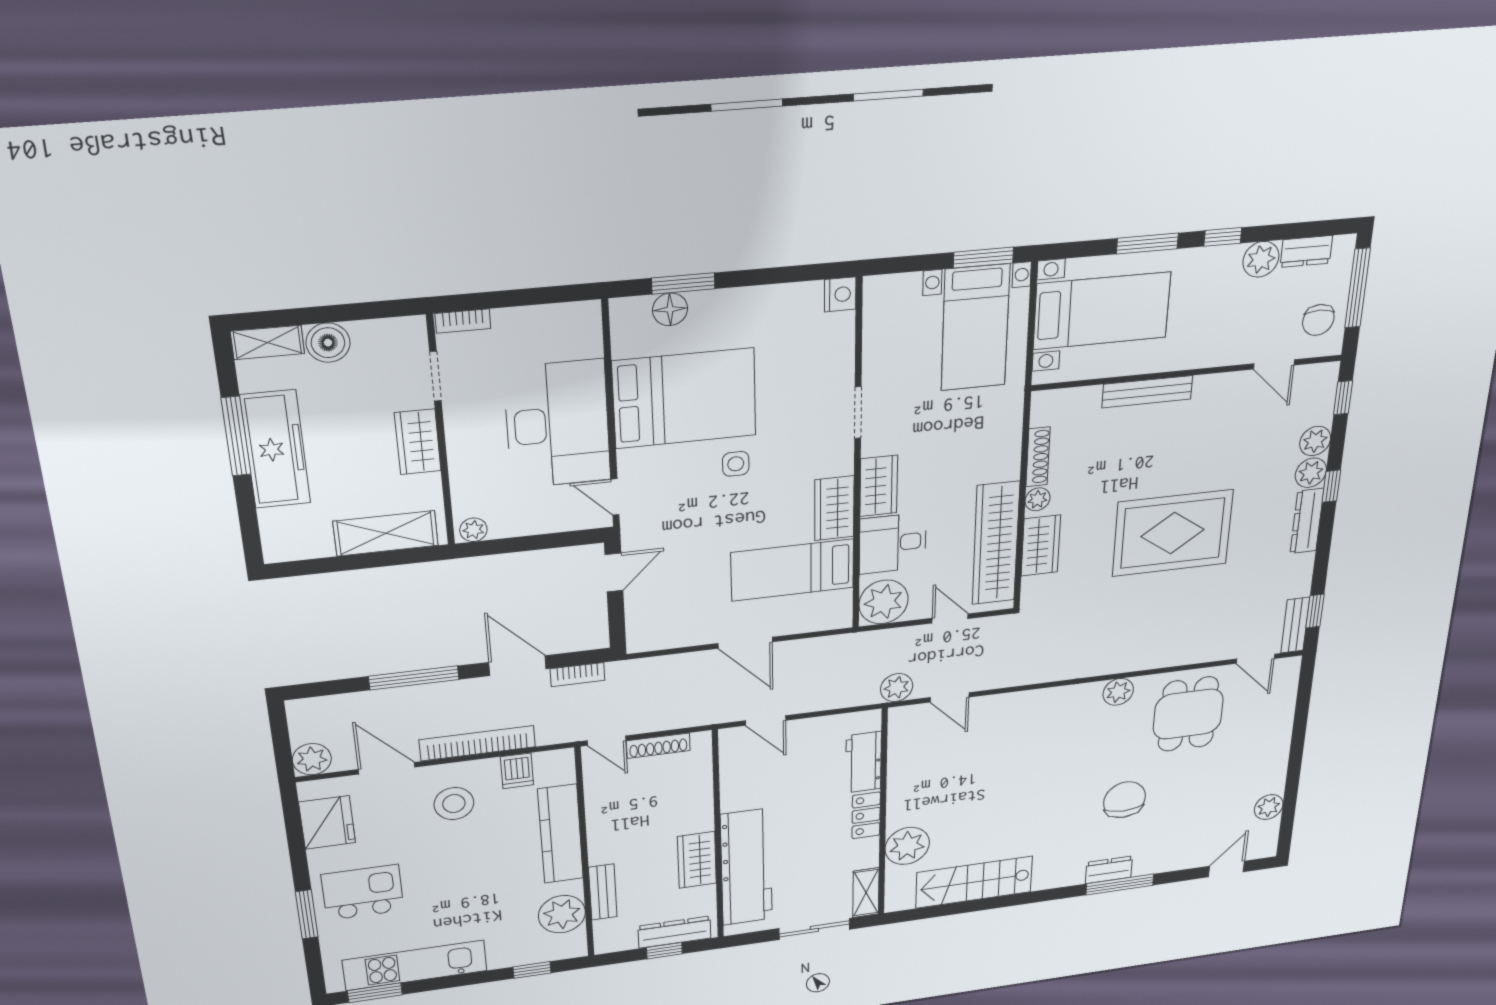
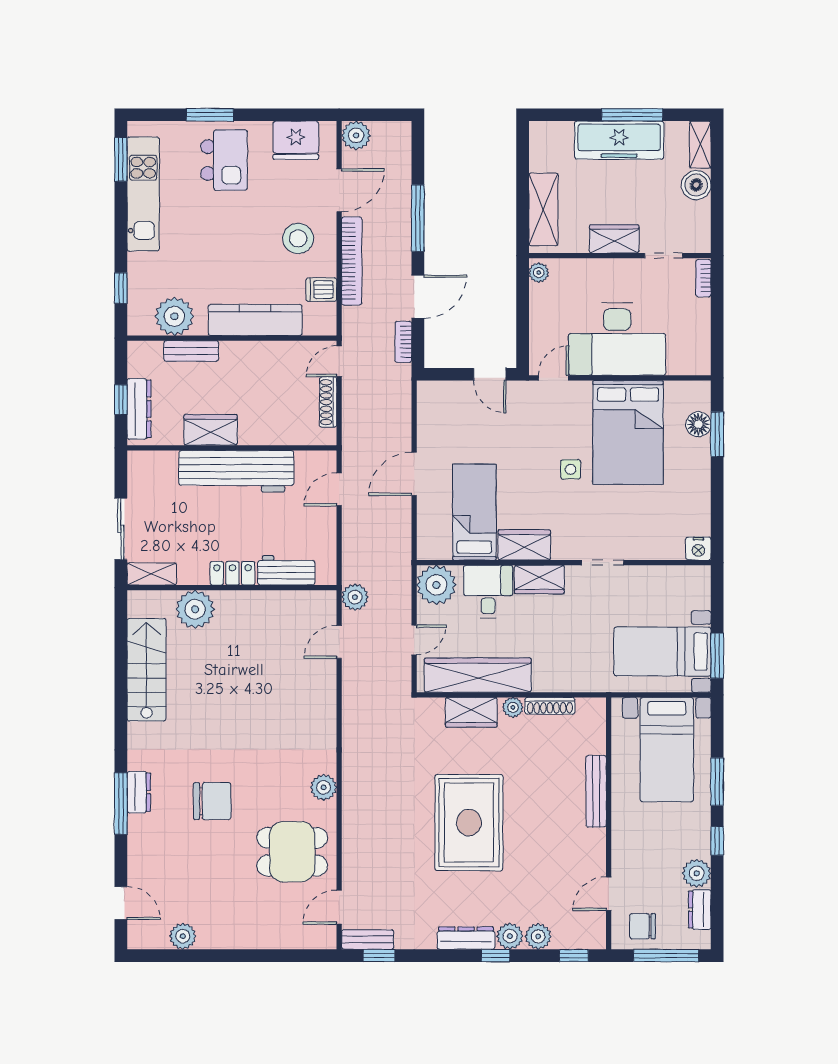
workbench: (746, 867) -> (236, 471), moved

